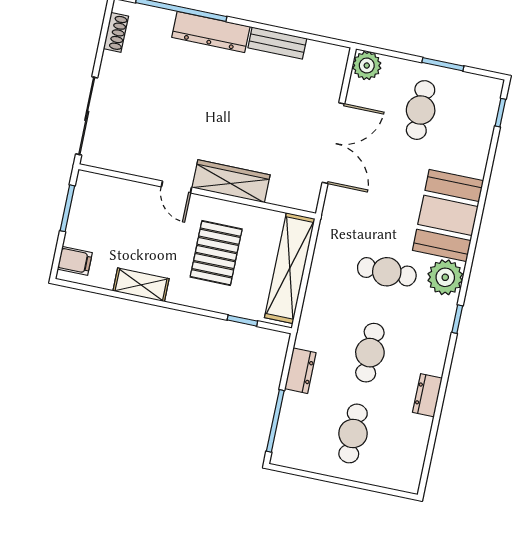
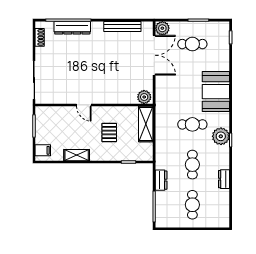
dresser: (211, 32) -> (72, 28), moved
bench: (277, 43) -> (122, 26), width x1.36
cafe table: (421, 110) -> (192, 44), turned 90
double door: (333, 143) -> (154, 55), moved
wardrobe: (231, 181) -> (109, 97), removed
plant: (301, 196) -> (144, 97), added
pallet: (216, 253) -> (109, 132), width x0.67, depth x0.71
shelving: (290, 268) -> (146, 124), width x0.68
plant: (445, 277) -> (221, 136), moved

